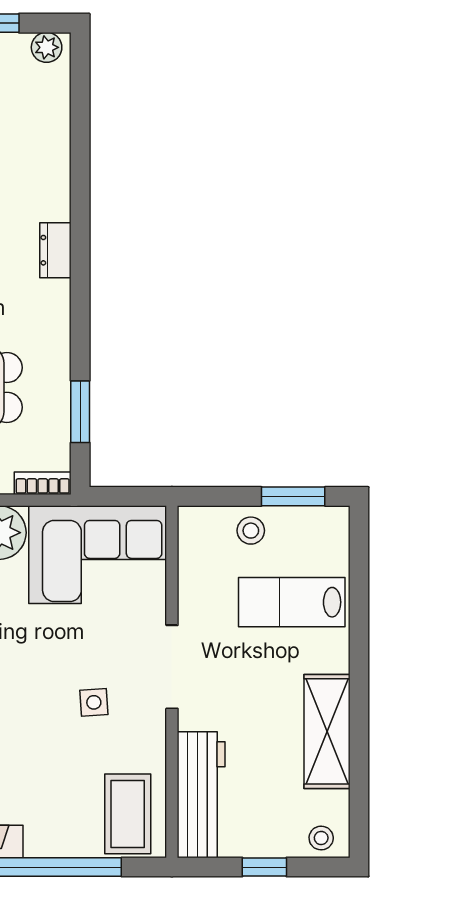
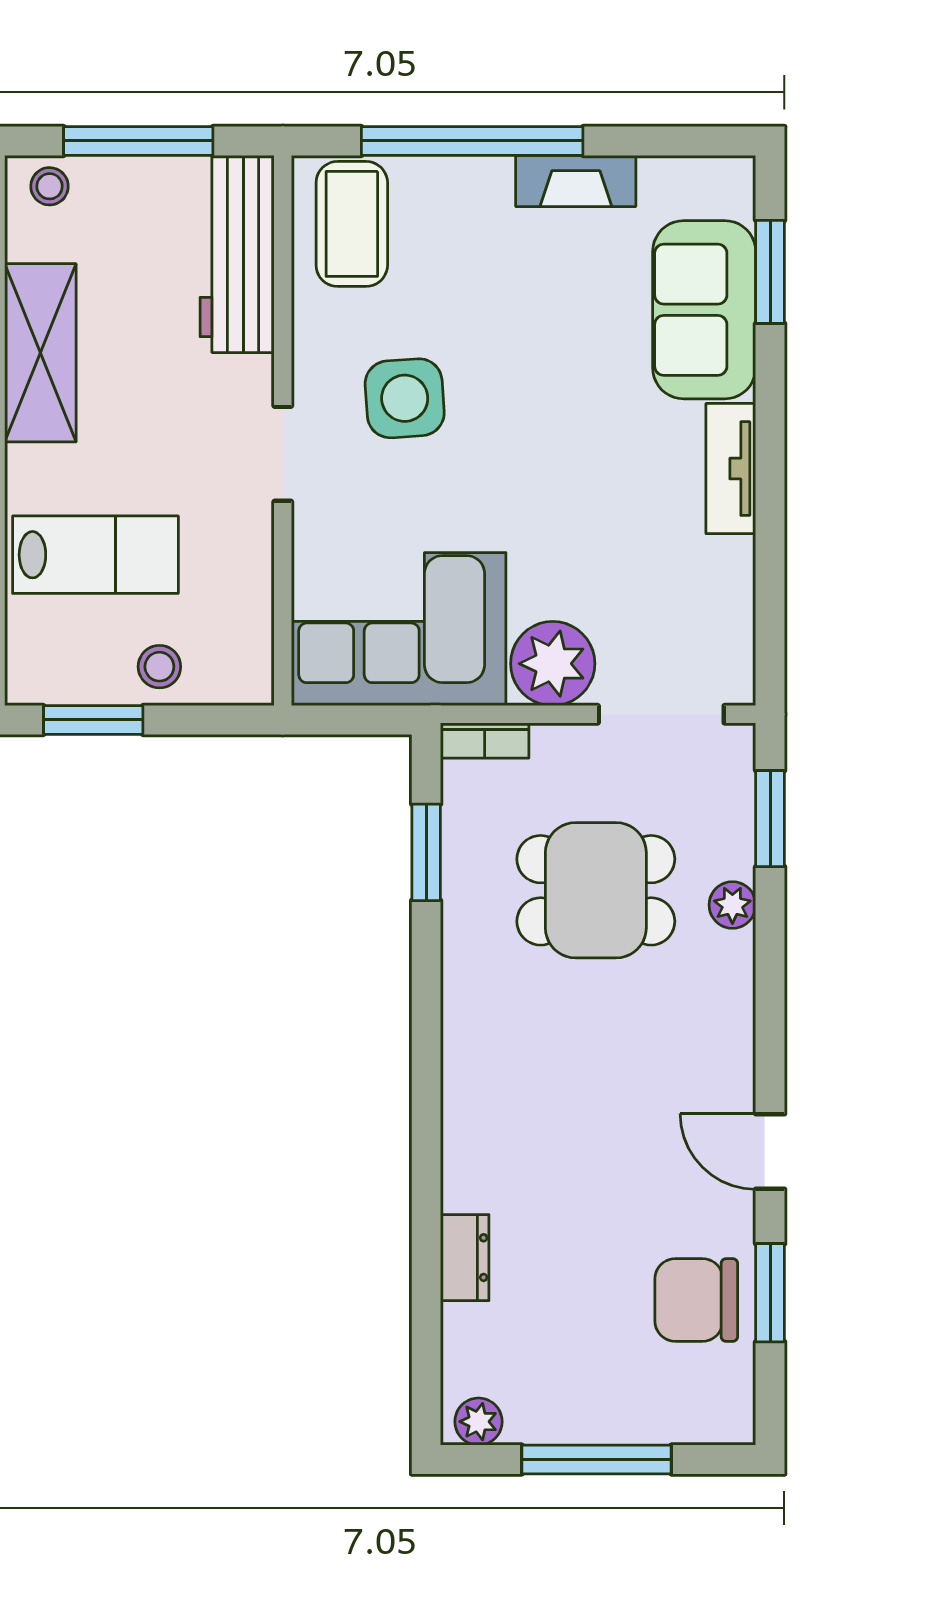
dresser: (55, 250) -> (465, 1258), moved
doorway: (172, 667) -> (283, 454), width x0.73
side table: (94, 702) -> (405, 398), width x1.87, depth x1.87
window: (264, 867) -> (138, 141), width x2.17

